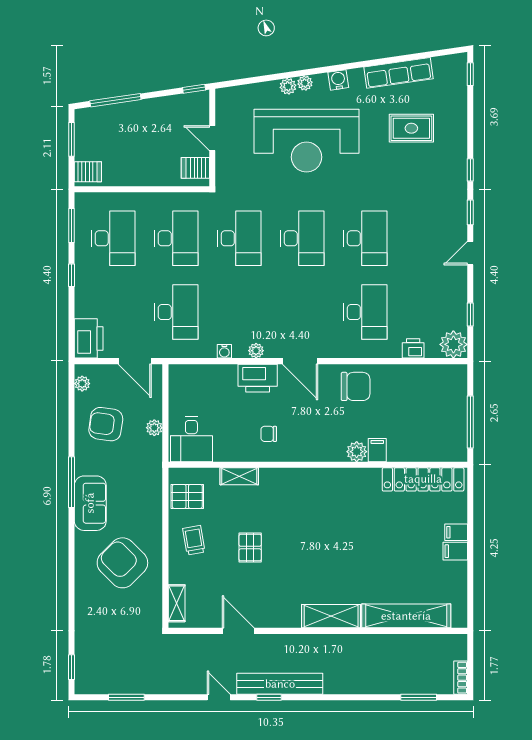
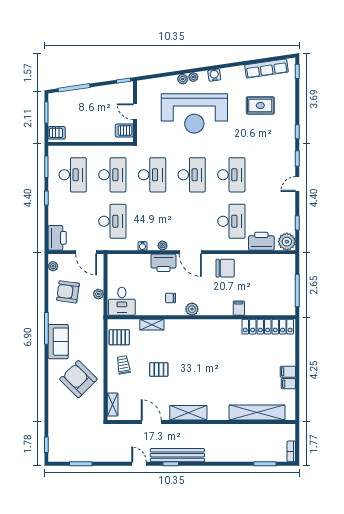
row of seats: (398, 73) -> (266, 69), moved
printer: (413, 348) -> (261, 241), width x1.87, depth x1.48
plant: (357, 452) -> (192, 309), moved
filing cabinet: (456, 532) -> (288, 384), moved
pallet: (250, 548) -> (159, 369), turned 90
shelving: (331, 616) -> (188, 413), moved

